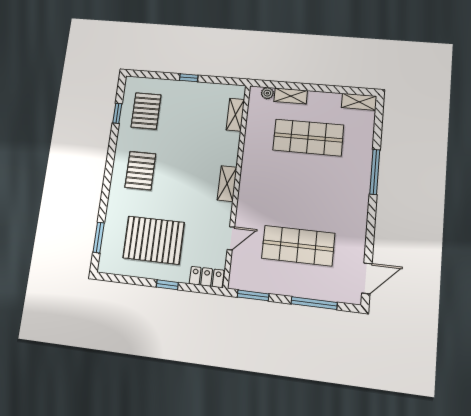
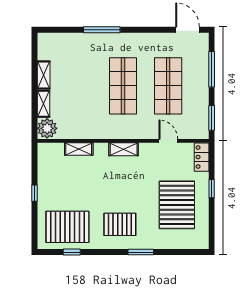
plant: (267, 93) -> (47, 128), width x1.87, depth x1.87
shelving: (359, 102) -> (44, 75), moved
pallet: (146, 111) -> (67, 227), width x1.37, depth x1.41
shelving: (235, 115) -> (79, 149), moved
shop shelf: (308, 138) -> (123, 86), moved
window: (99, 237) -> (141, 252), moved

